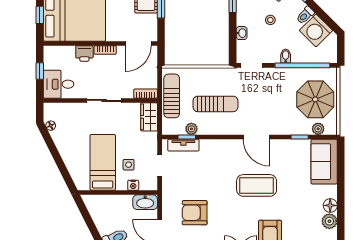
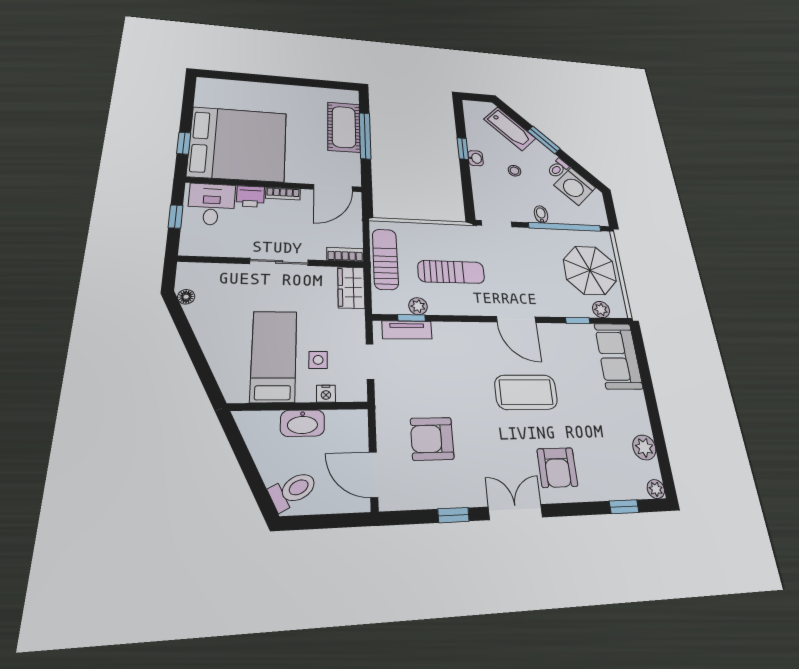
washbasin: (242, 33) -> (476, 158), moved
desk: (59, 84) -> (211, 204), moved, turned 90
washbasin: (145, 202) -> (303, 423), moved
floor lamp: (330, 205) -> (640, 422), removed

